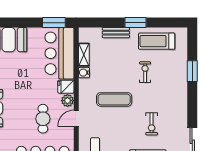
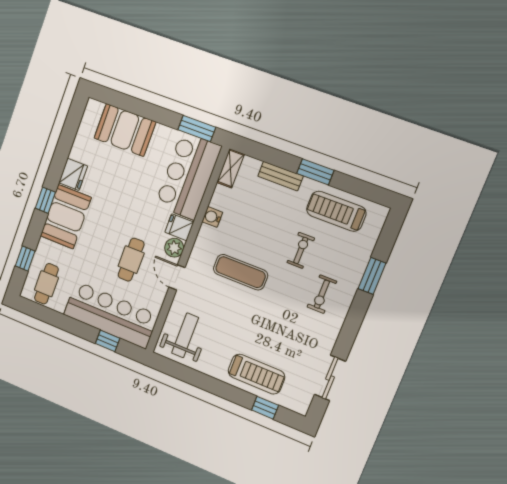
shelving: (84, 55) -> (231, 168), moved
door: (76, 118) -> (177, 277), hinge flipped
exercise bike: (152, 124) -> (322, 294), moved

